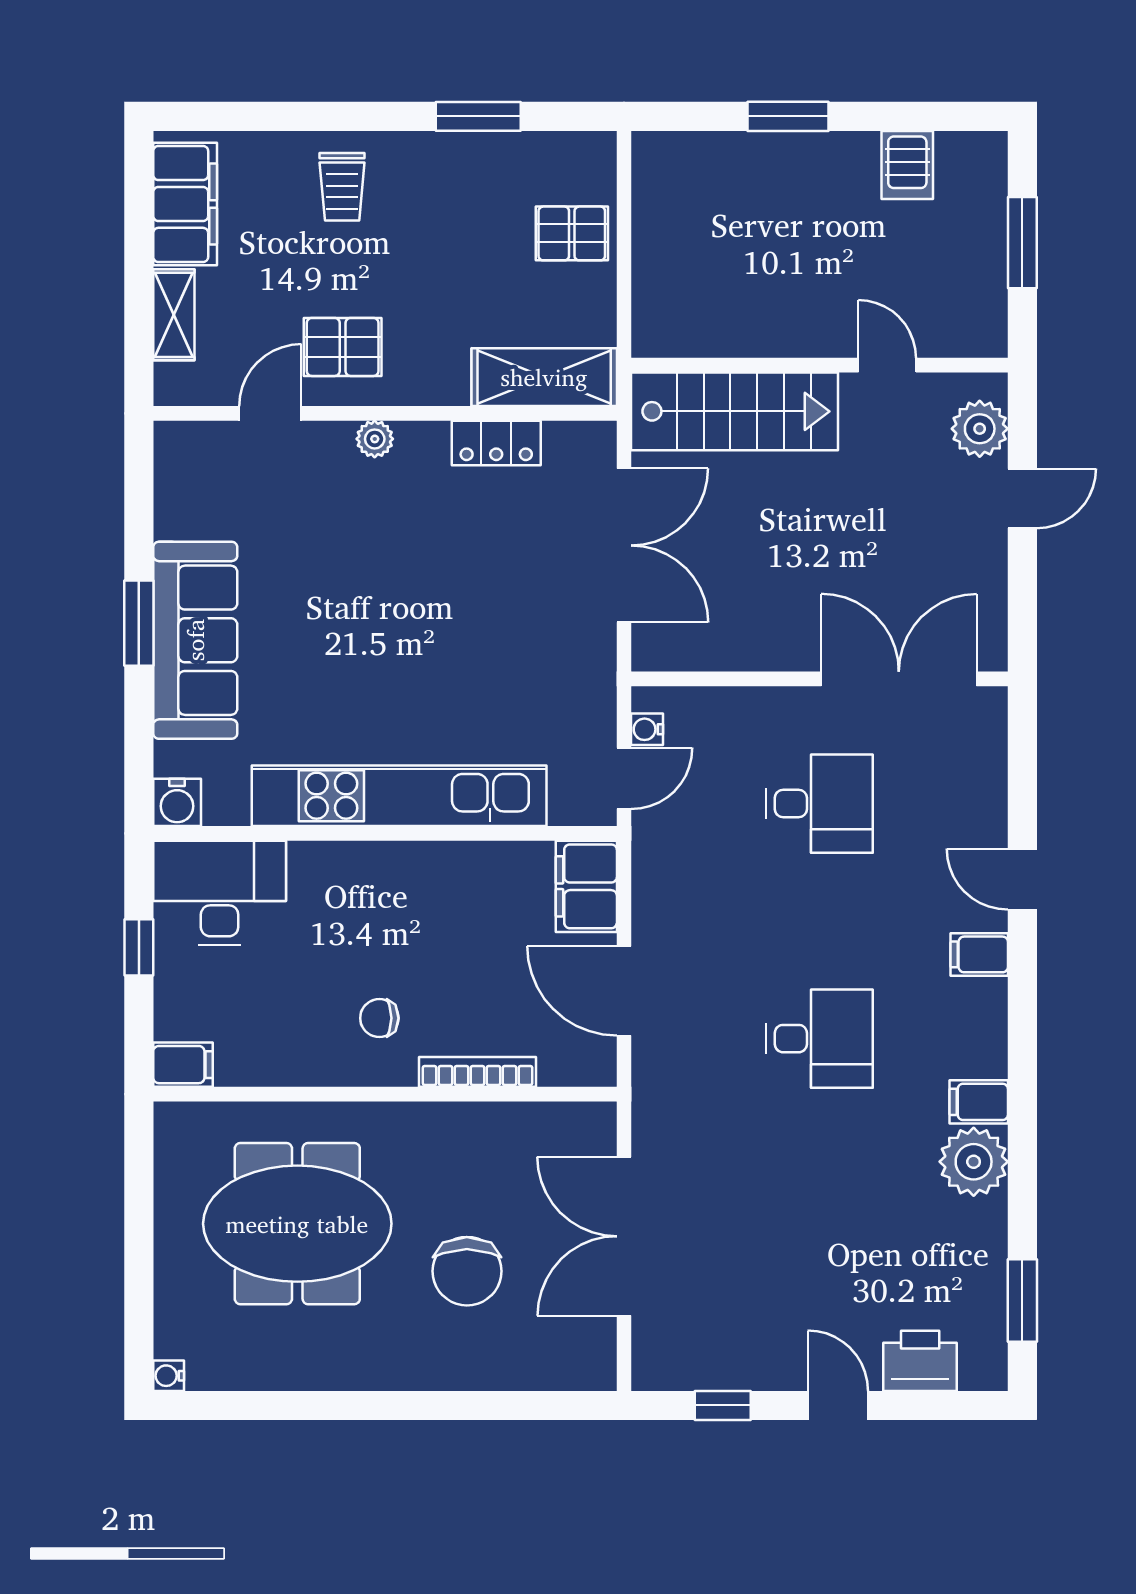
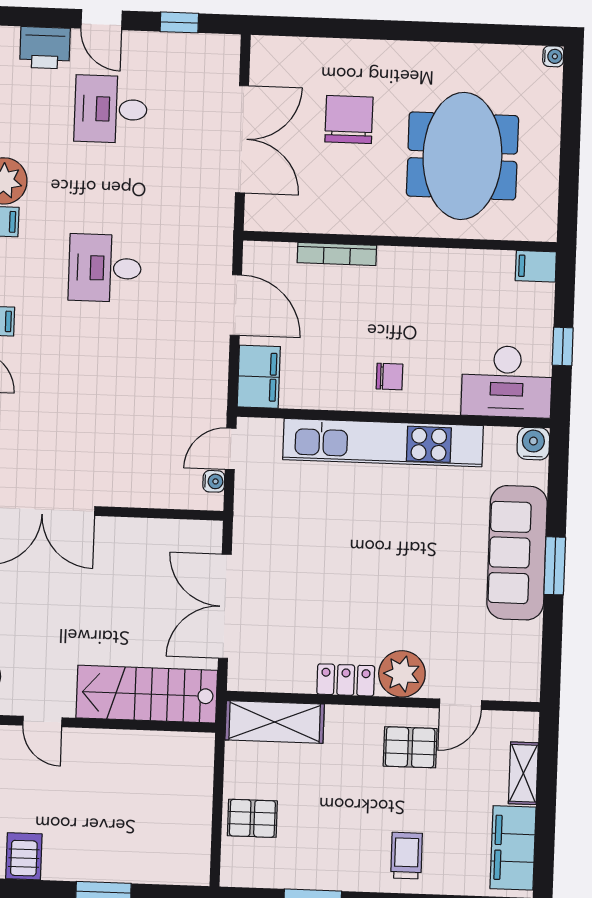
plant: (375, 439) -> (402, 674), width x1.88, depth x1.88
locker: (496, 443) -> (346, 680), moved
desk: (820, 804) -> (111, 109), moved
chair: (379, 1018) -> (389, 377), moved
meeting table: (297, 1224) -> (462, 156), turned 90

